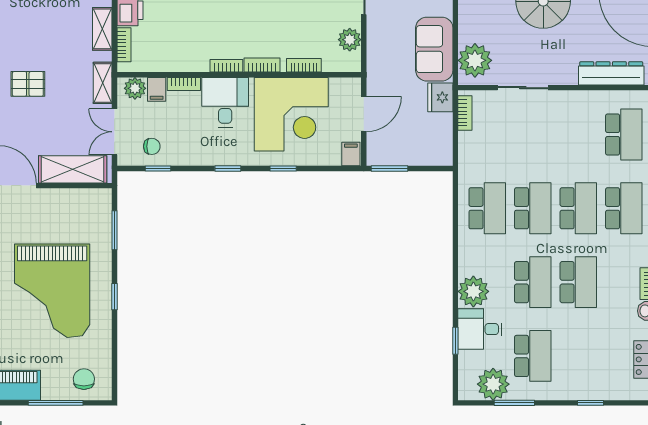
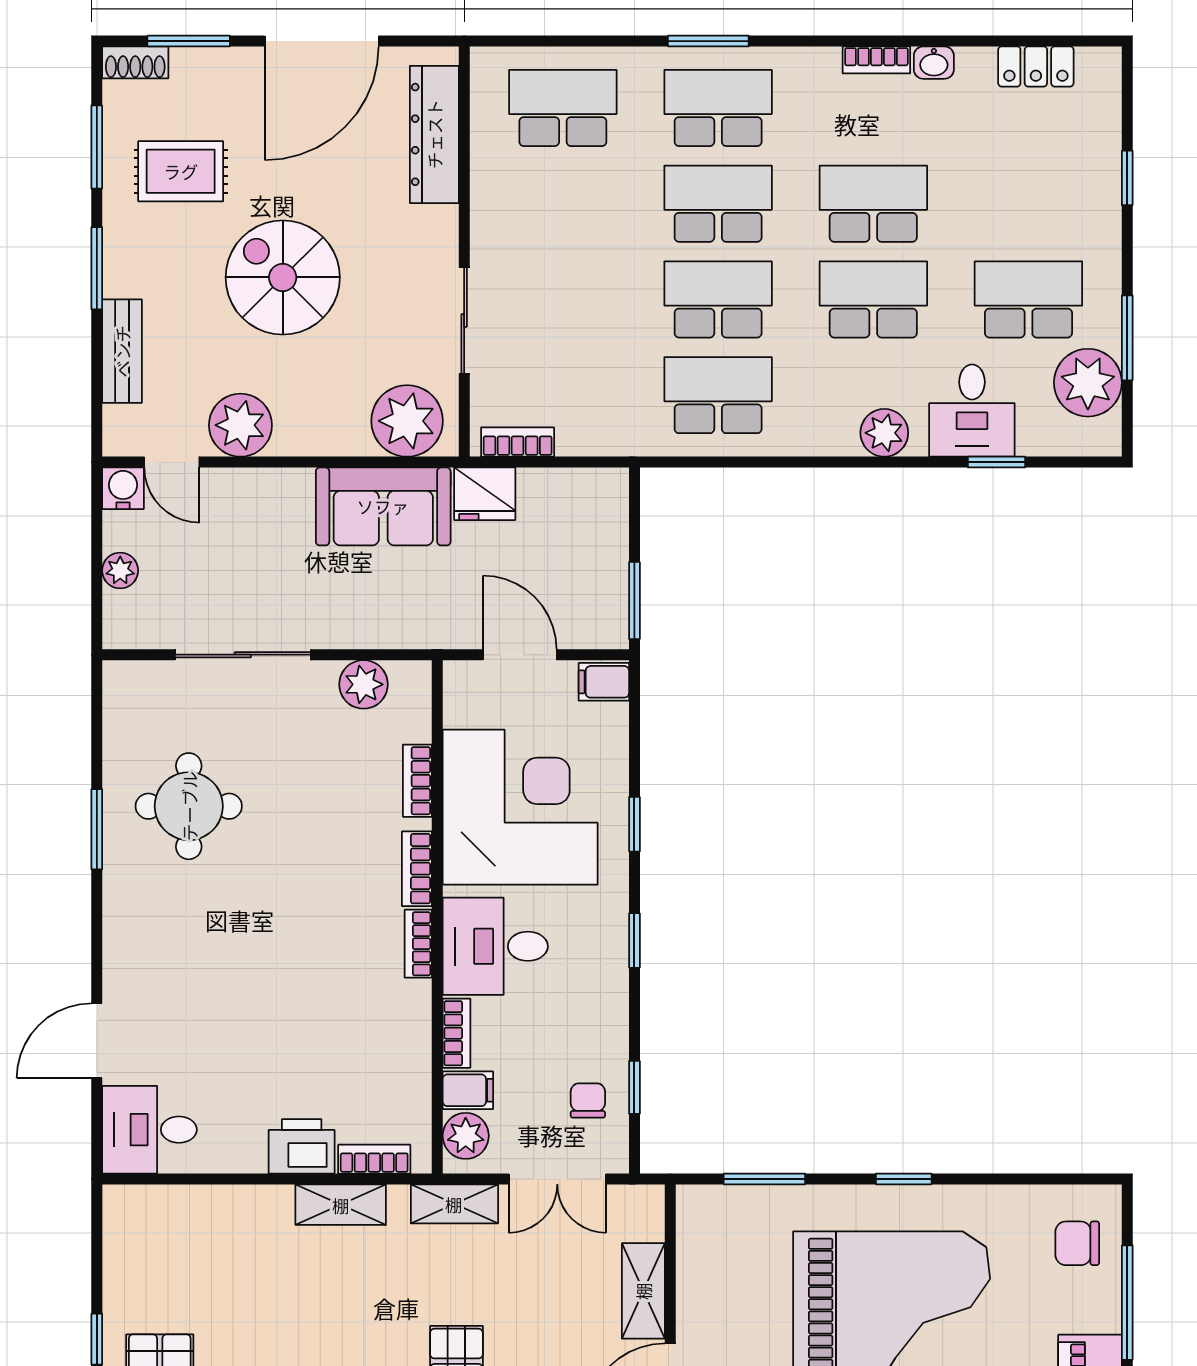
shelving: (73, 169) -> (643, 1291), width x0.67, depth x0.75
plant: (473, 291) -> (884, 433), width x0.73, depth x0.73

